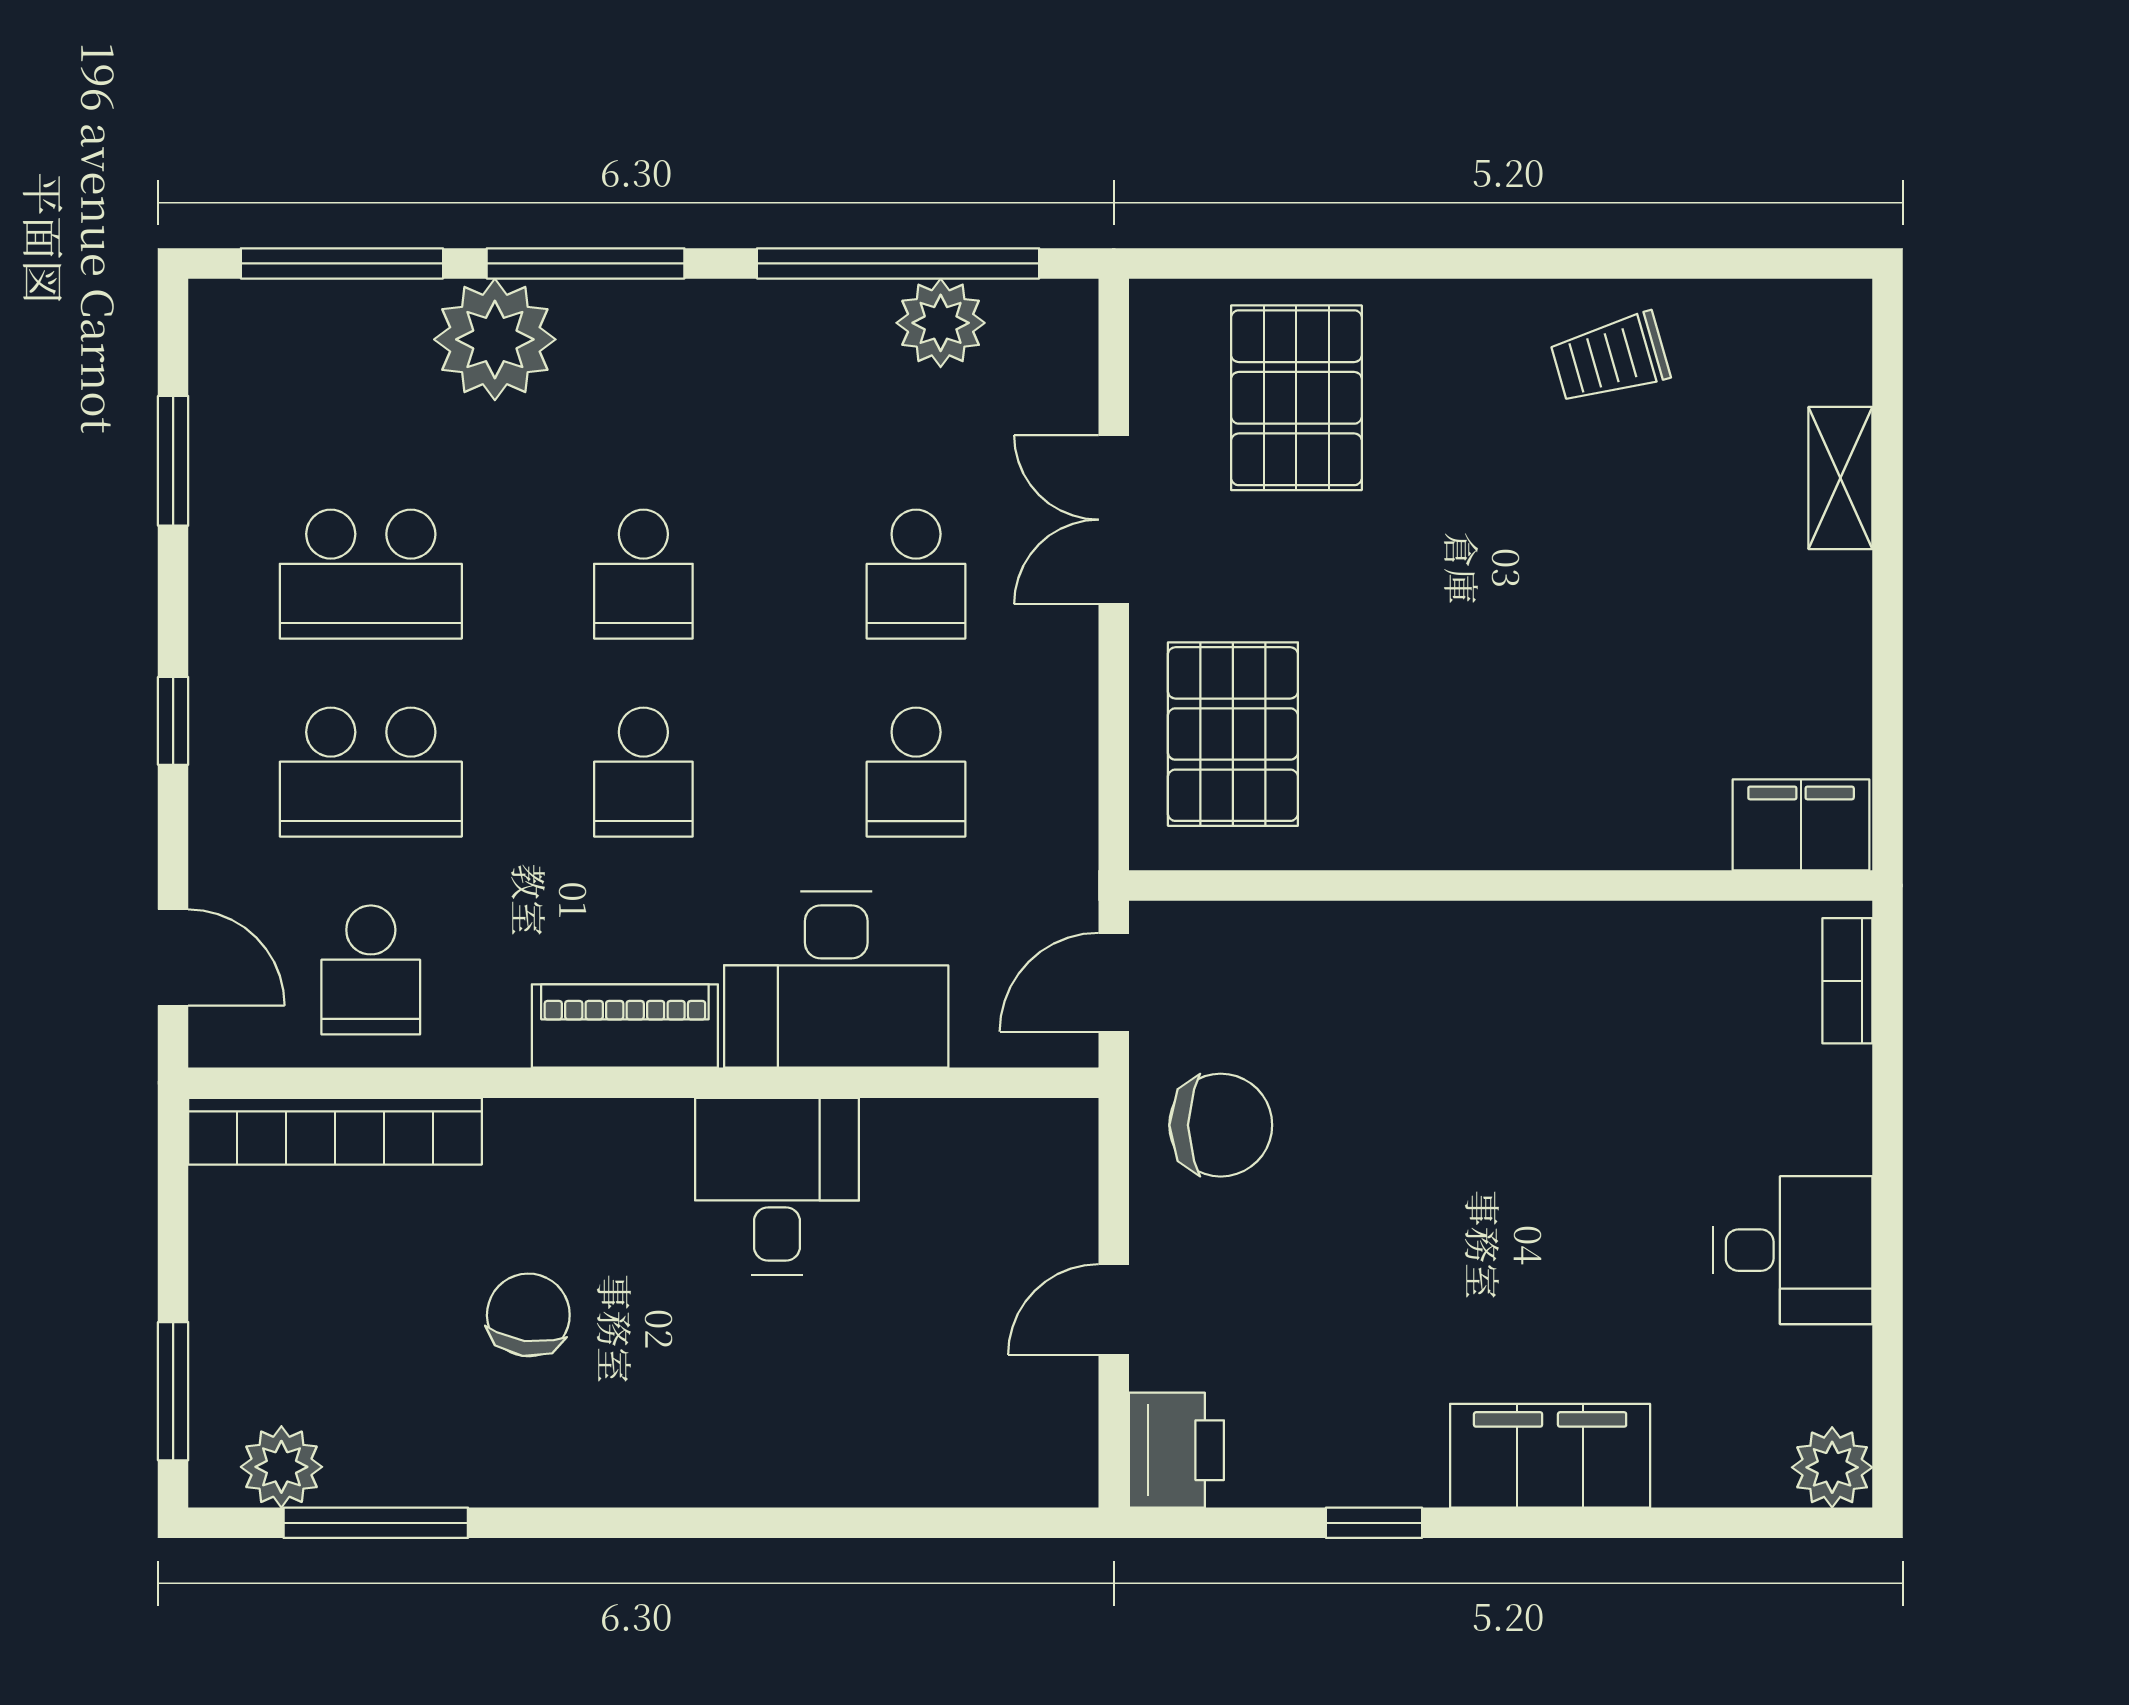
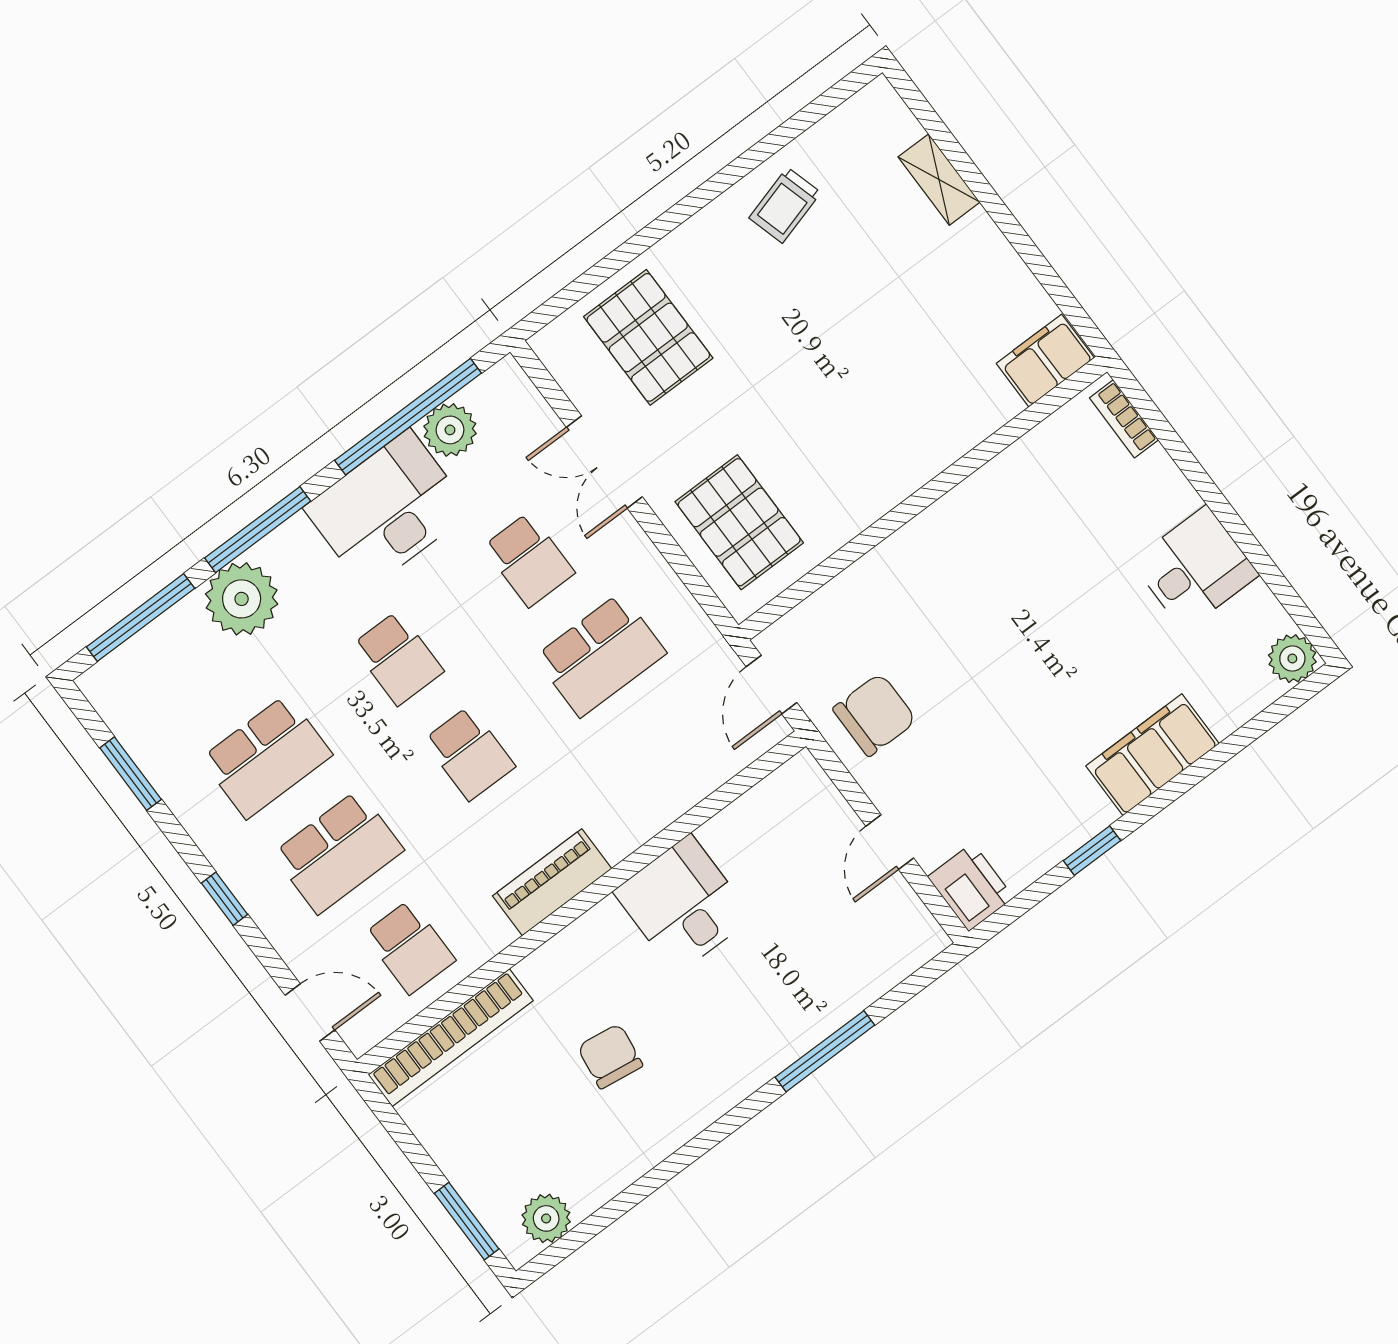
school desk: (916, 772) -> (600, 655), width x1.85
desk: (836, 979) -> (388, 510), moved, turned 180
window: (376, 1523) -> (825, 1051), moved

